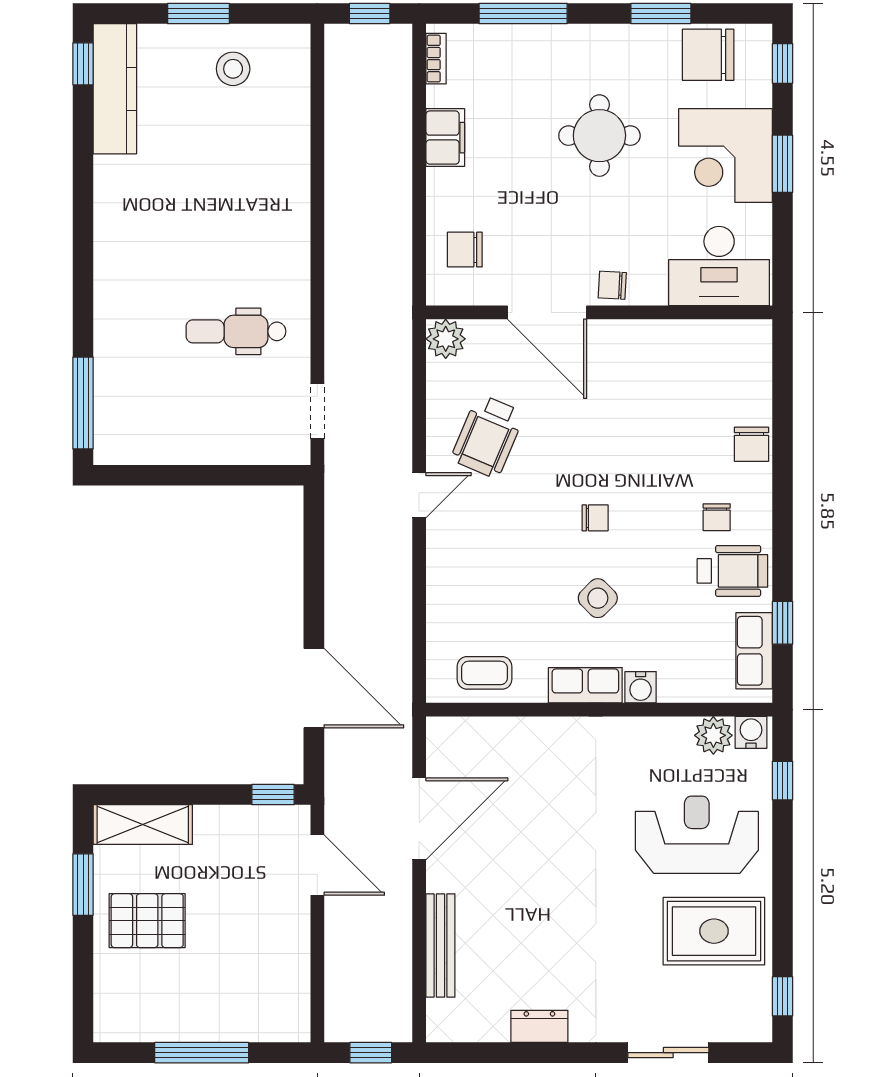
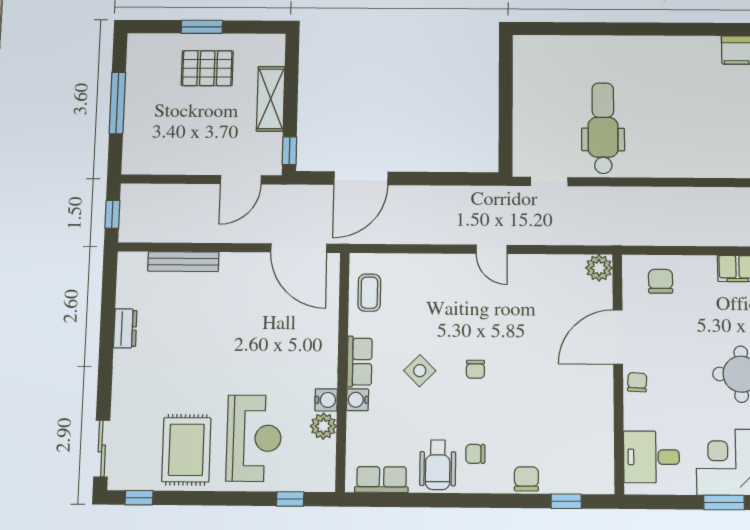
desk: (719, 266) -> (651, 457), width x0.73
dental chair: (236, 331) -> (603, 128), width x1.36, depth x1.38
window: (83, 403) -> (554, 29), removed
wheelchair: (488, 436) -> (532, 296), removed
chair: (752, 444) -> (526, 479), turned 90
window: (783, 623) -> (566, 501), moved
water cooler: (751, 732) -> (326, 400), moved
plant: (713, 735) -> (323, 426), moved
door: (419, 819) -> (299, 248), moved
shelving: (143, 825) -> (271, 99), moved
window: (83, 885) -> (202, 27), moved
pallet: (147, 921) -> (207, 68), turned 90
sliding door: (668, 1053) -> (102, 449), moved

